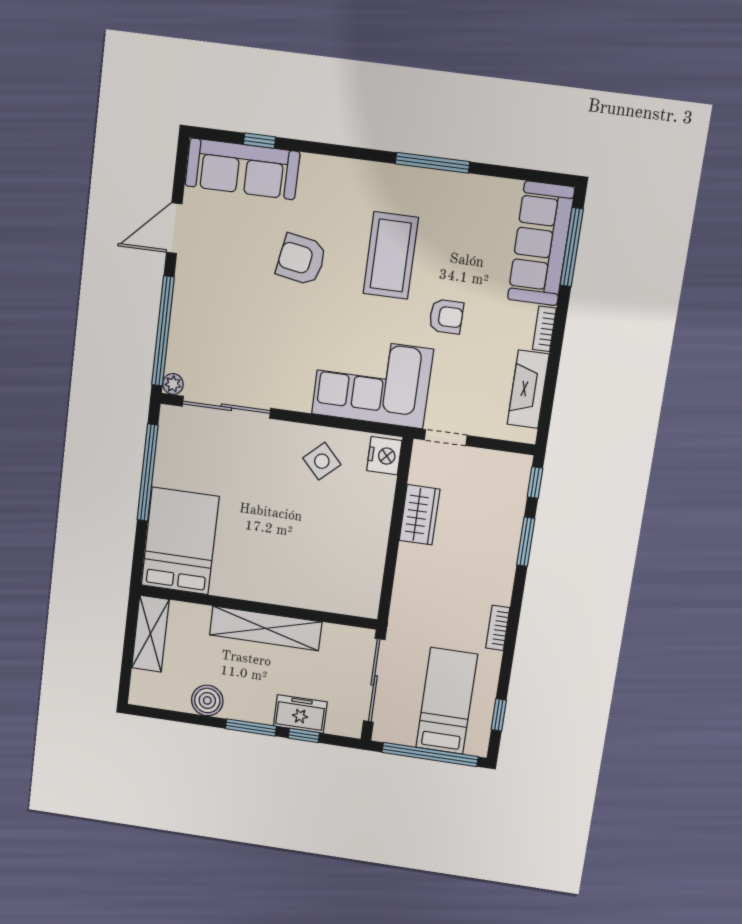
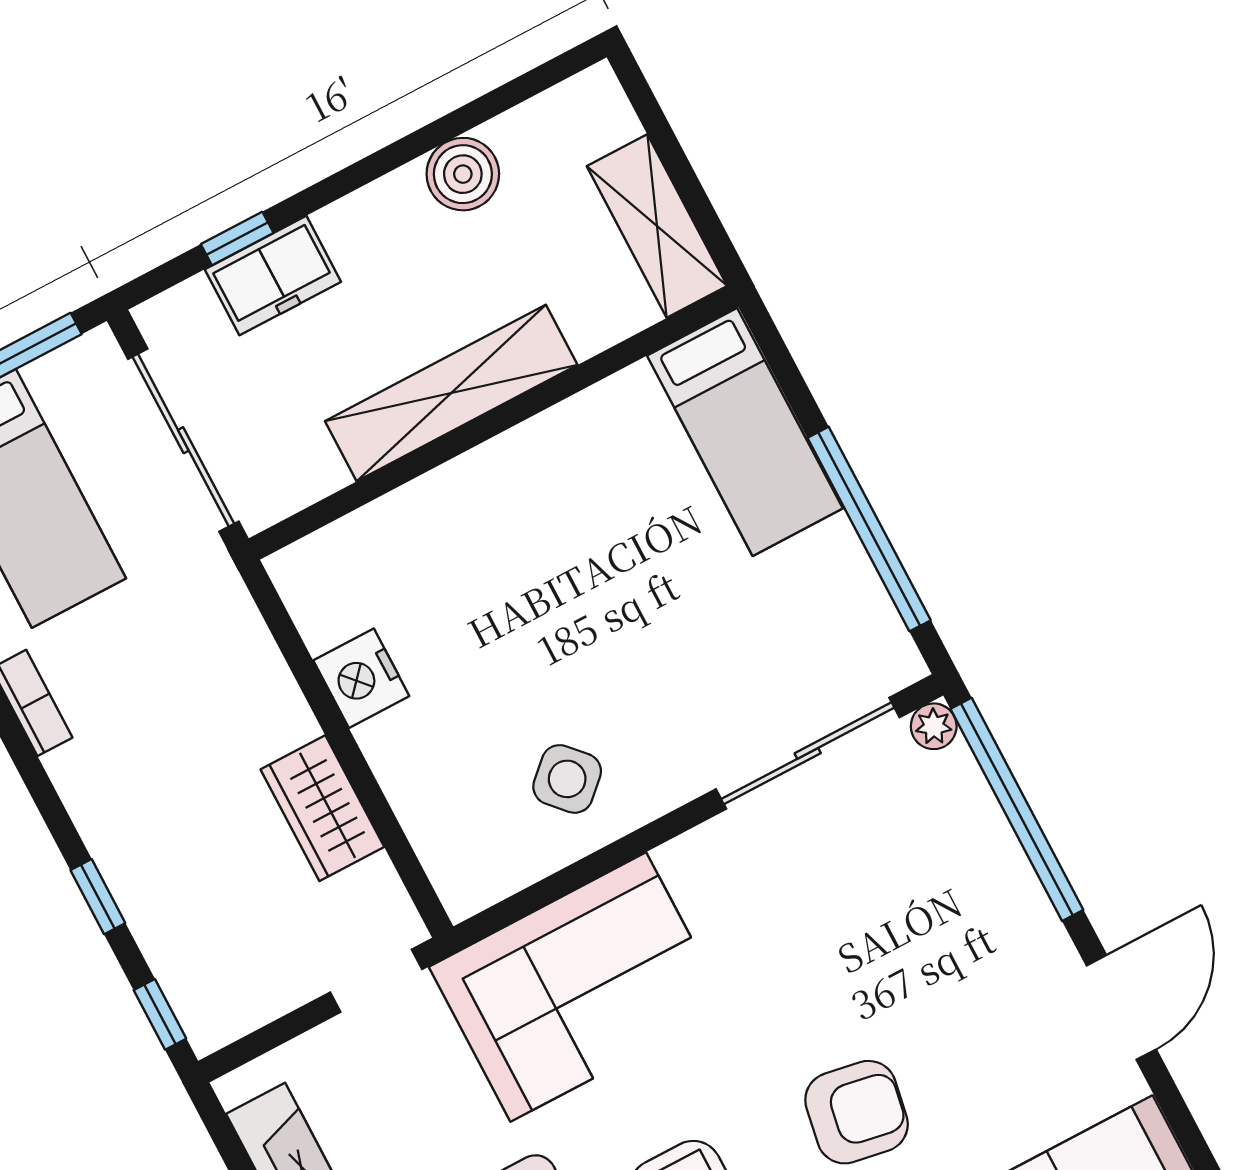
nightstand: (384, 456) -> (361, 678), moved
bed: (180, 541) -> (745, 432), width x0.67
window: (526, 542) -> (98, 897), width x0.67
window: (251, 727) -> (346, 181), removed

